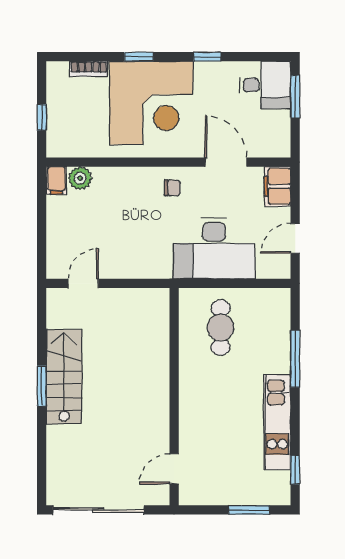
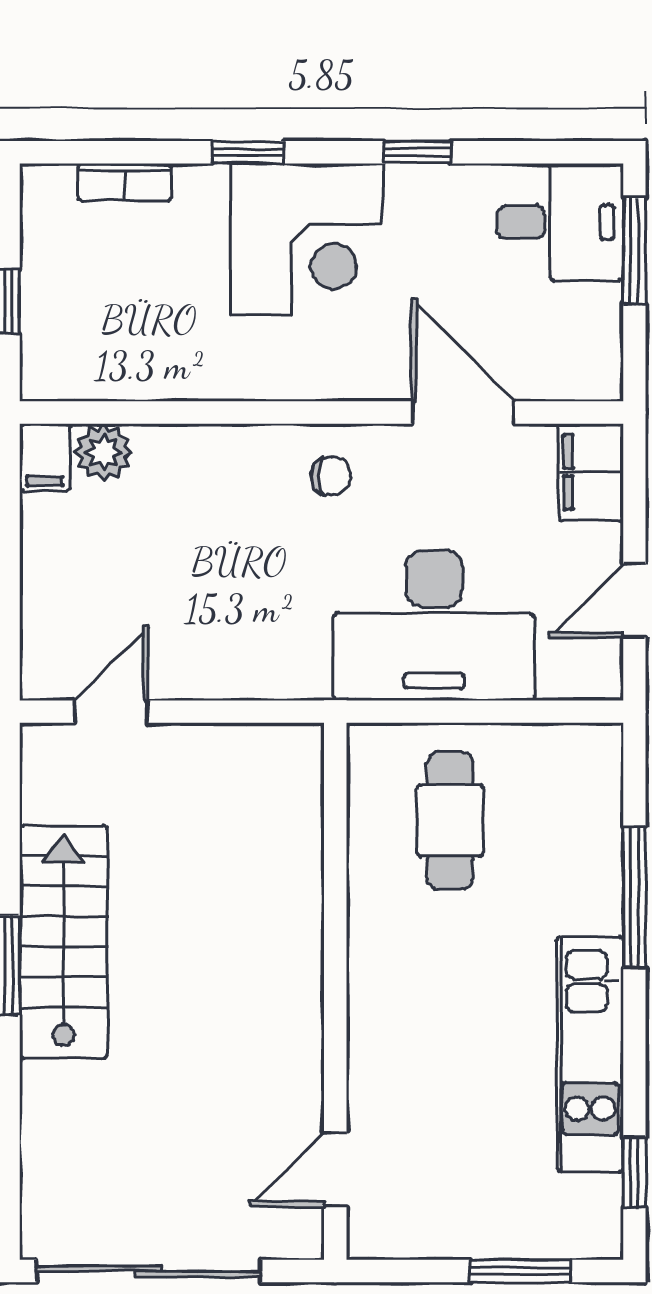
corner desk: (151, 103) -> (306, 239), width x0.74, depth x0.74

